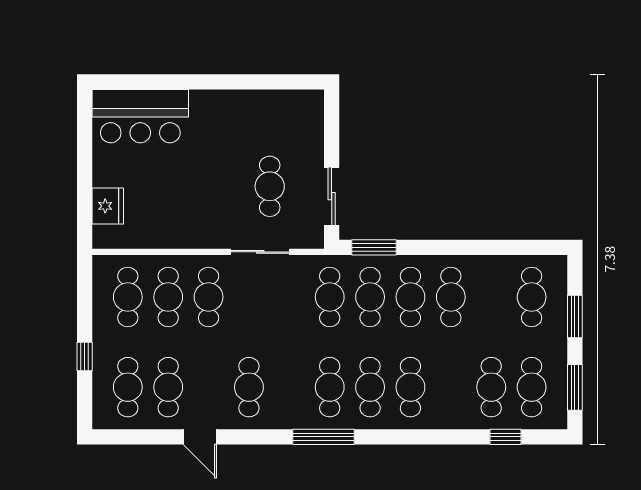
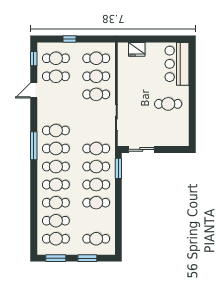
cafe table: (270, 186) -> (168, 104), moved
cafe table: (249, 387) -> (56, 130), moved
cafe table: (451, 387) -> (56, 203), added
window: (505, 437) -> (34, 59), moved

